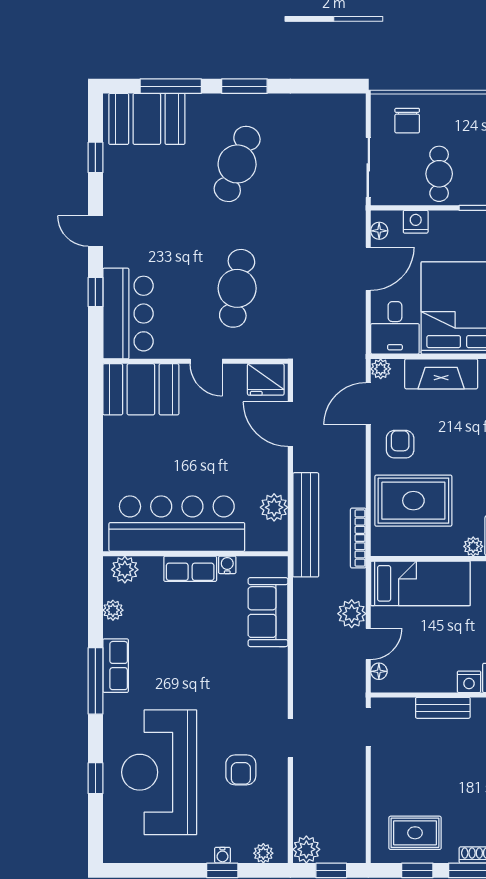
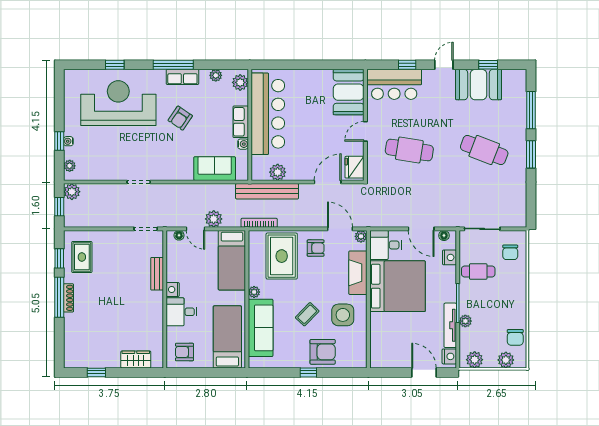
booth: (147, 119) -> (479, 85), moved, turned 90
chair: (407, 121) -> (510, 252), turned -90
armchair: (241, 770) -> (180, 118), moved, turned -56

